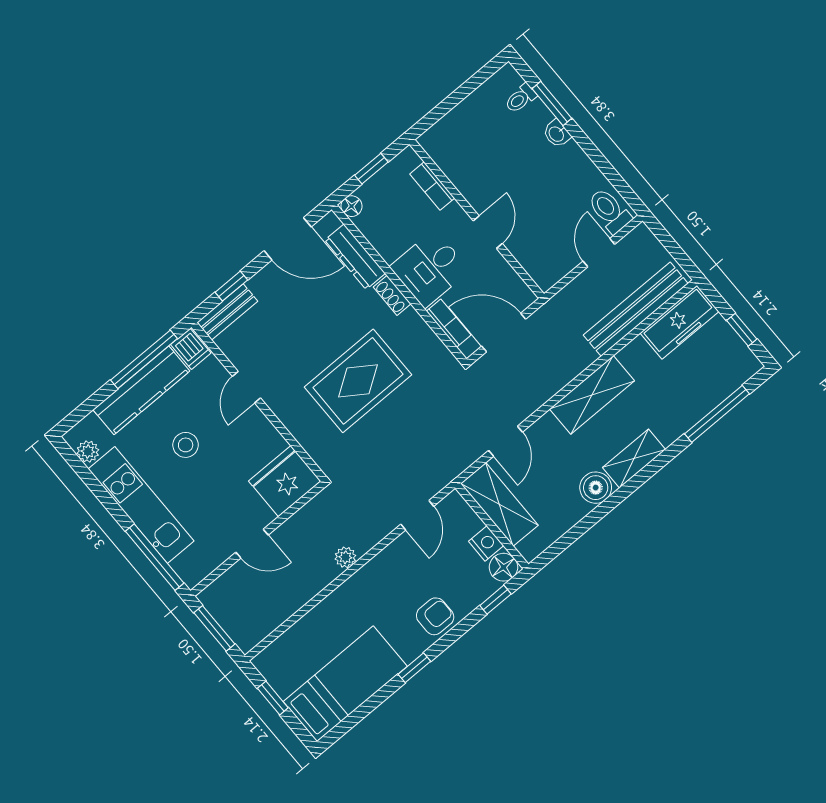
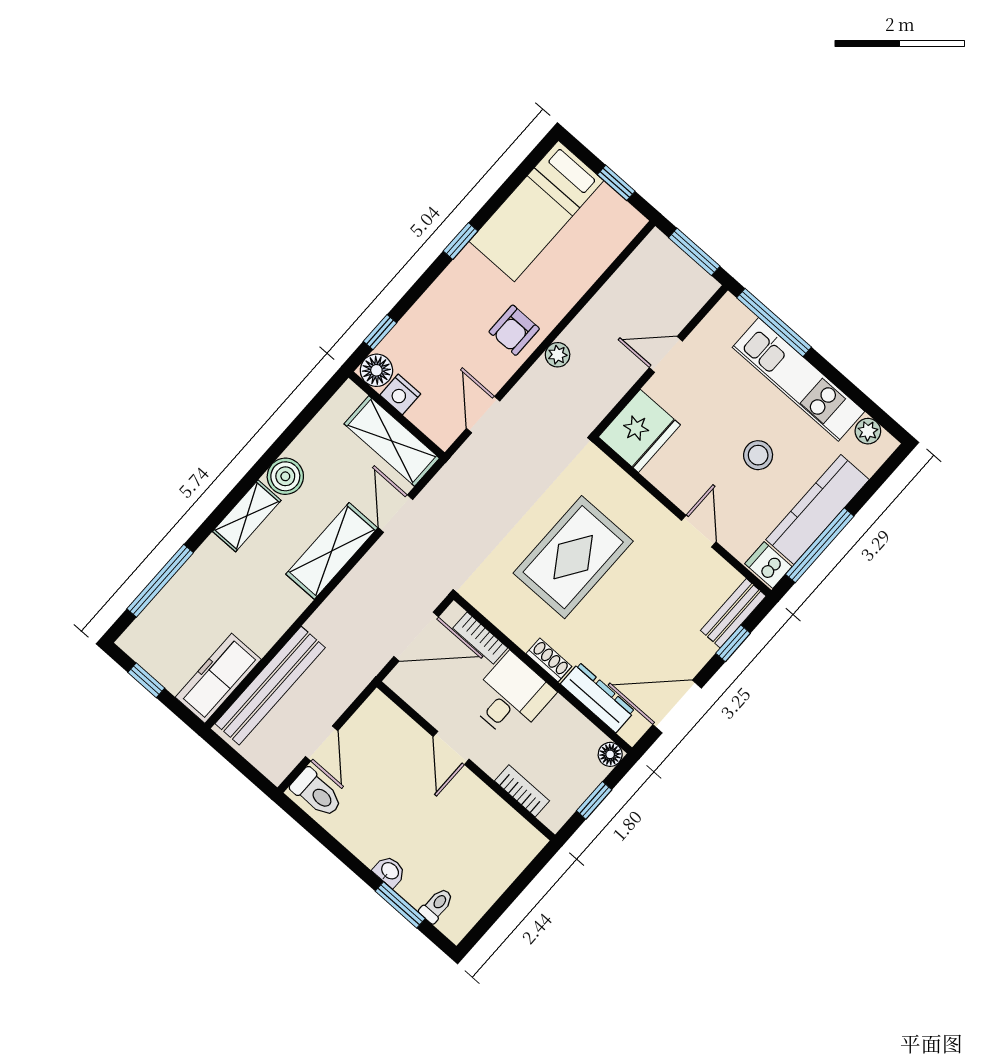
shelving: (592, 395) -> (332, 551), moved
armchair: (435, 616) -> (514, 330), moved

